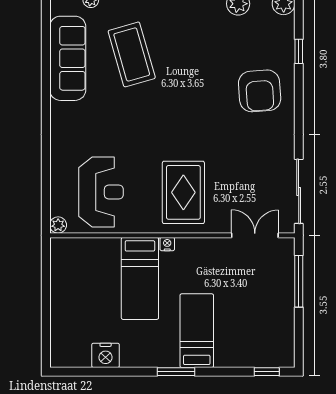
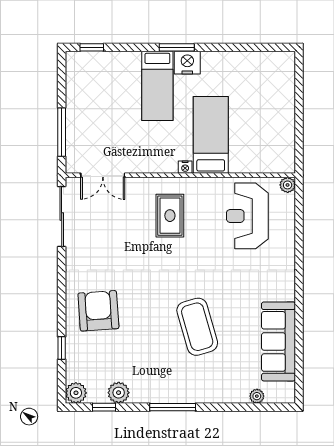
coffee table: (132, 54) -> (197, 327), moved
rug: (183, 192) -> (170, 216), width x0.73, depth x0.70
nightstand: (106, 355) -> (187, 63), moved

